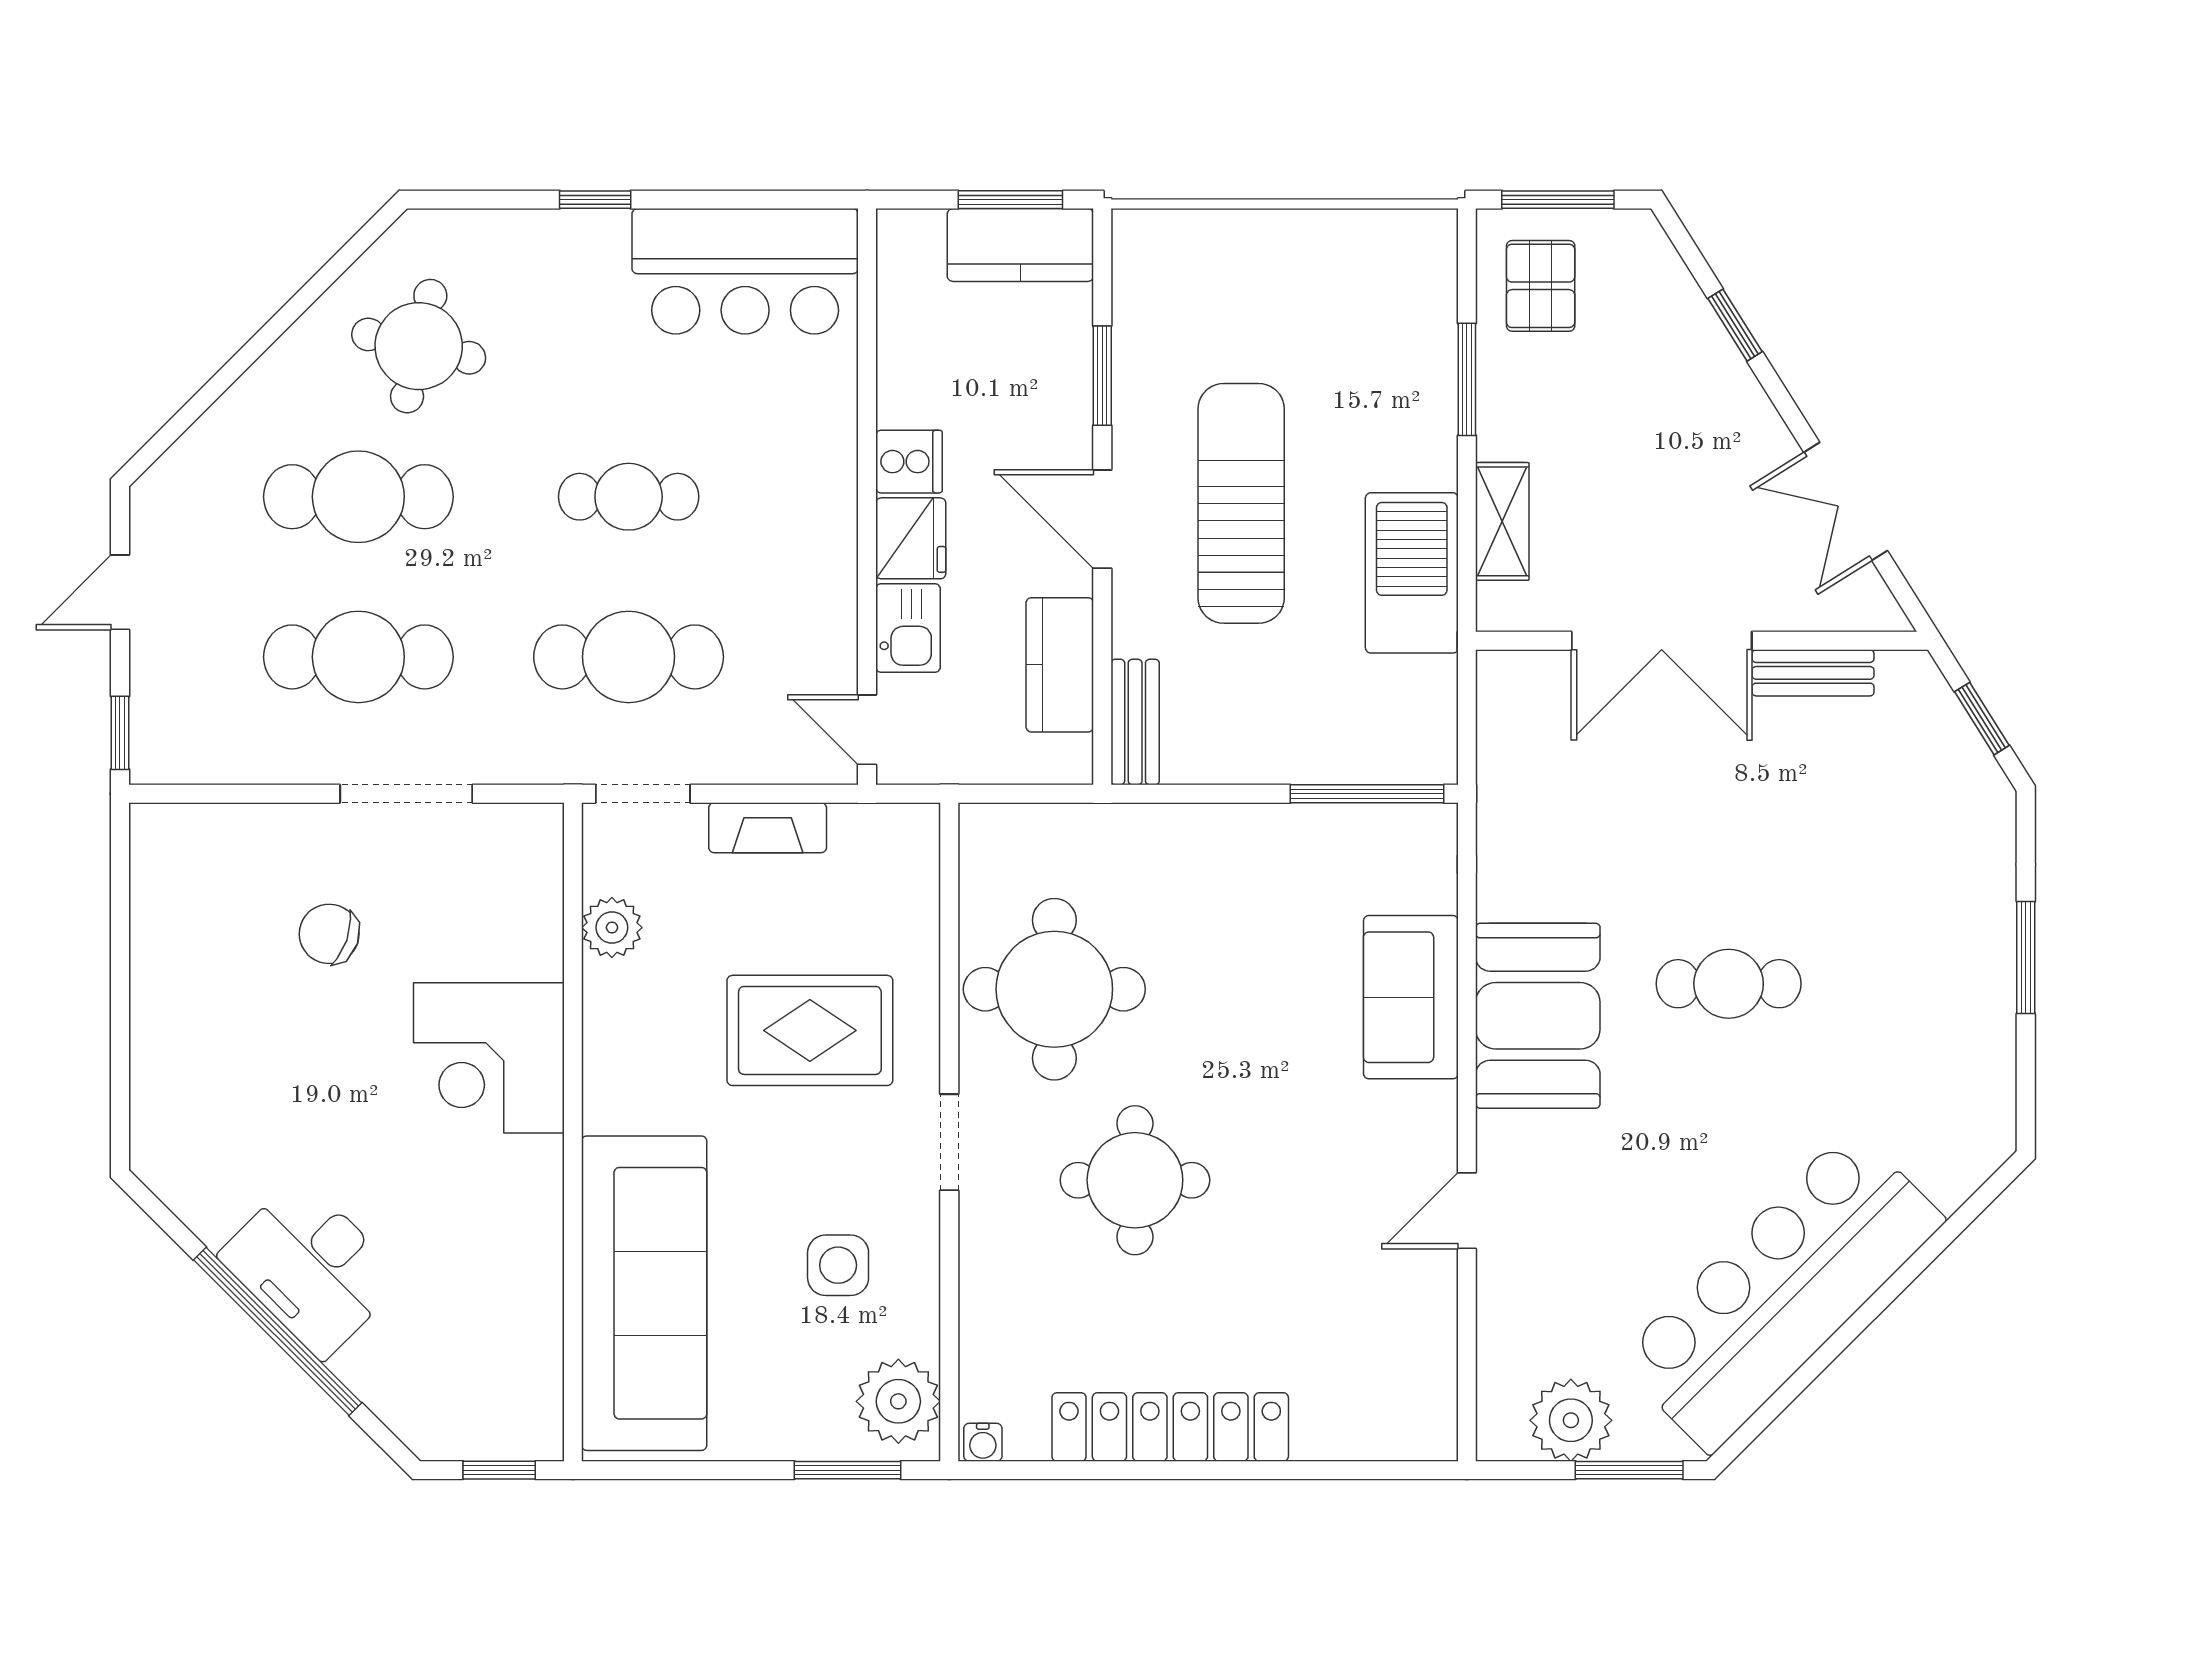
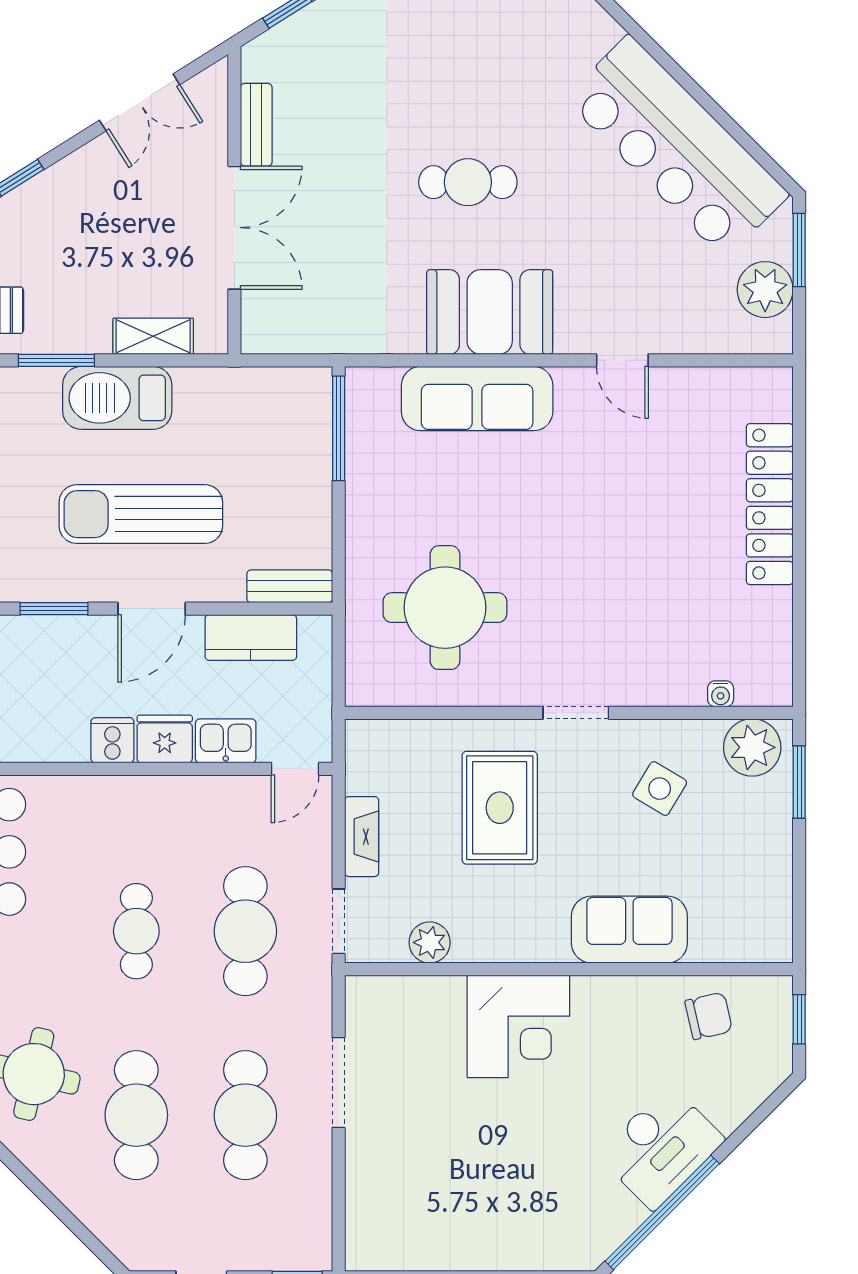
barbecue: (1412, 573) -> (117, 398), moved
chair: (329, 934) -> (709, 1016), moved, turned -122
cafe table: (1729, 984) -> (468, 182), turned 90
round table: (1054, 989) -> (445, 608), moved
sofa: (1411, 997) -> (477, 399), width x1.36
round table: (1135, 1180) -> (602, 586), removed
side table: (838, 1265) -> (660, 789), turned 31
sofa: (644, 1293) -> (629, 930), width x0.54, depth x0.79
window: (278, 1331) -> (662, 1212), moved
locker: (1170, 1427) -> (770, 504), moved
water cooler: (983, 1442) -> (721, 694), moved, turned 90

